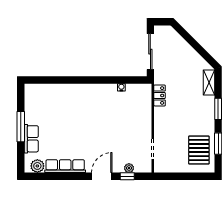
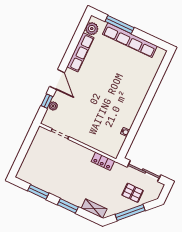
window: (196, 46) -> (130, 213), added
window: (21, 127) -> (120, 24), moved
row of seats: (31, 139) -> (130, 40), width x2.02
pallet: (199, 150) -> (133, 193), moved, width x0.67, depth x0.71

